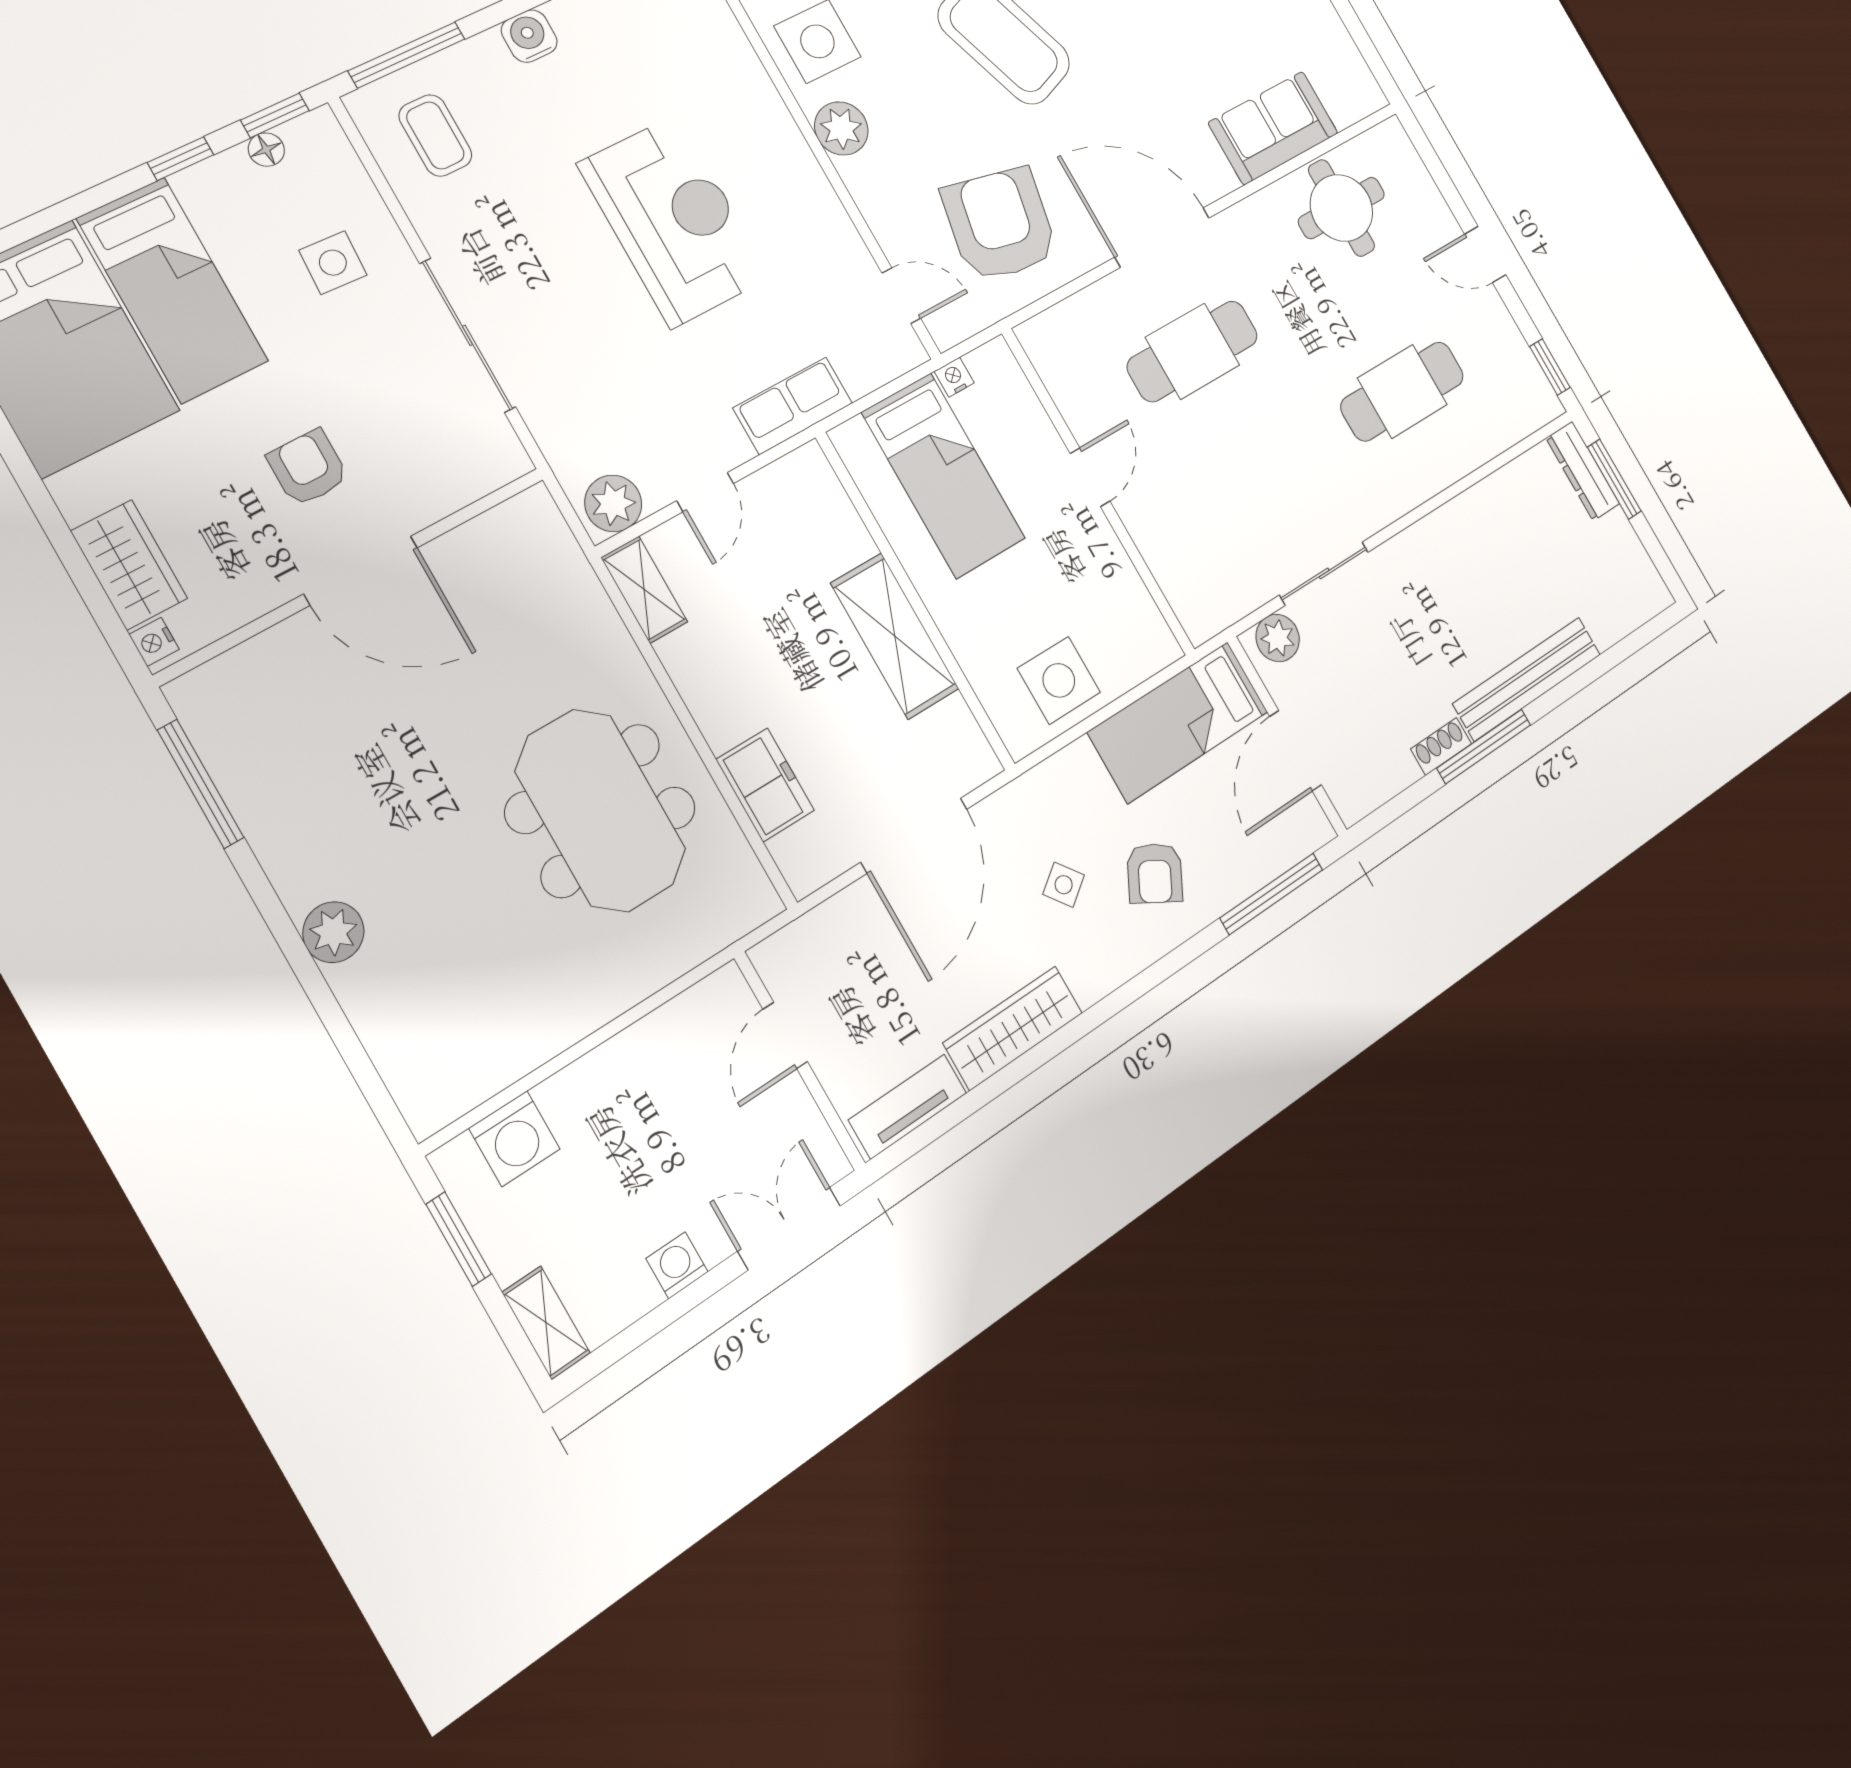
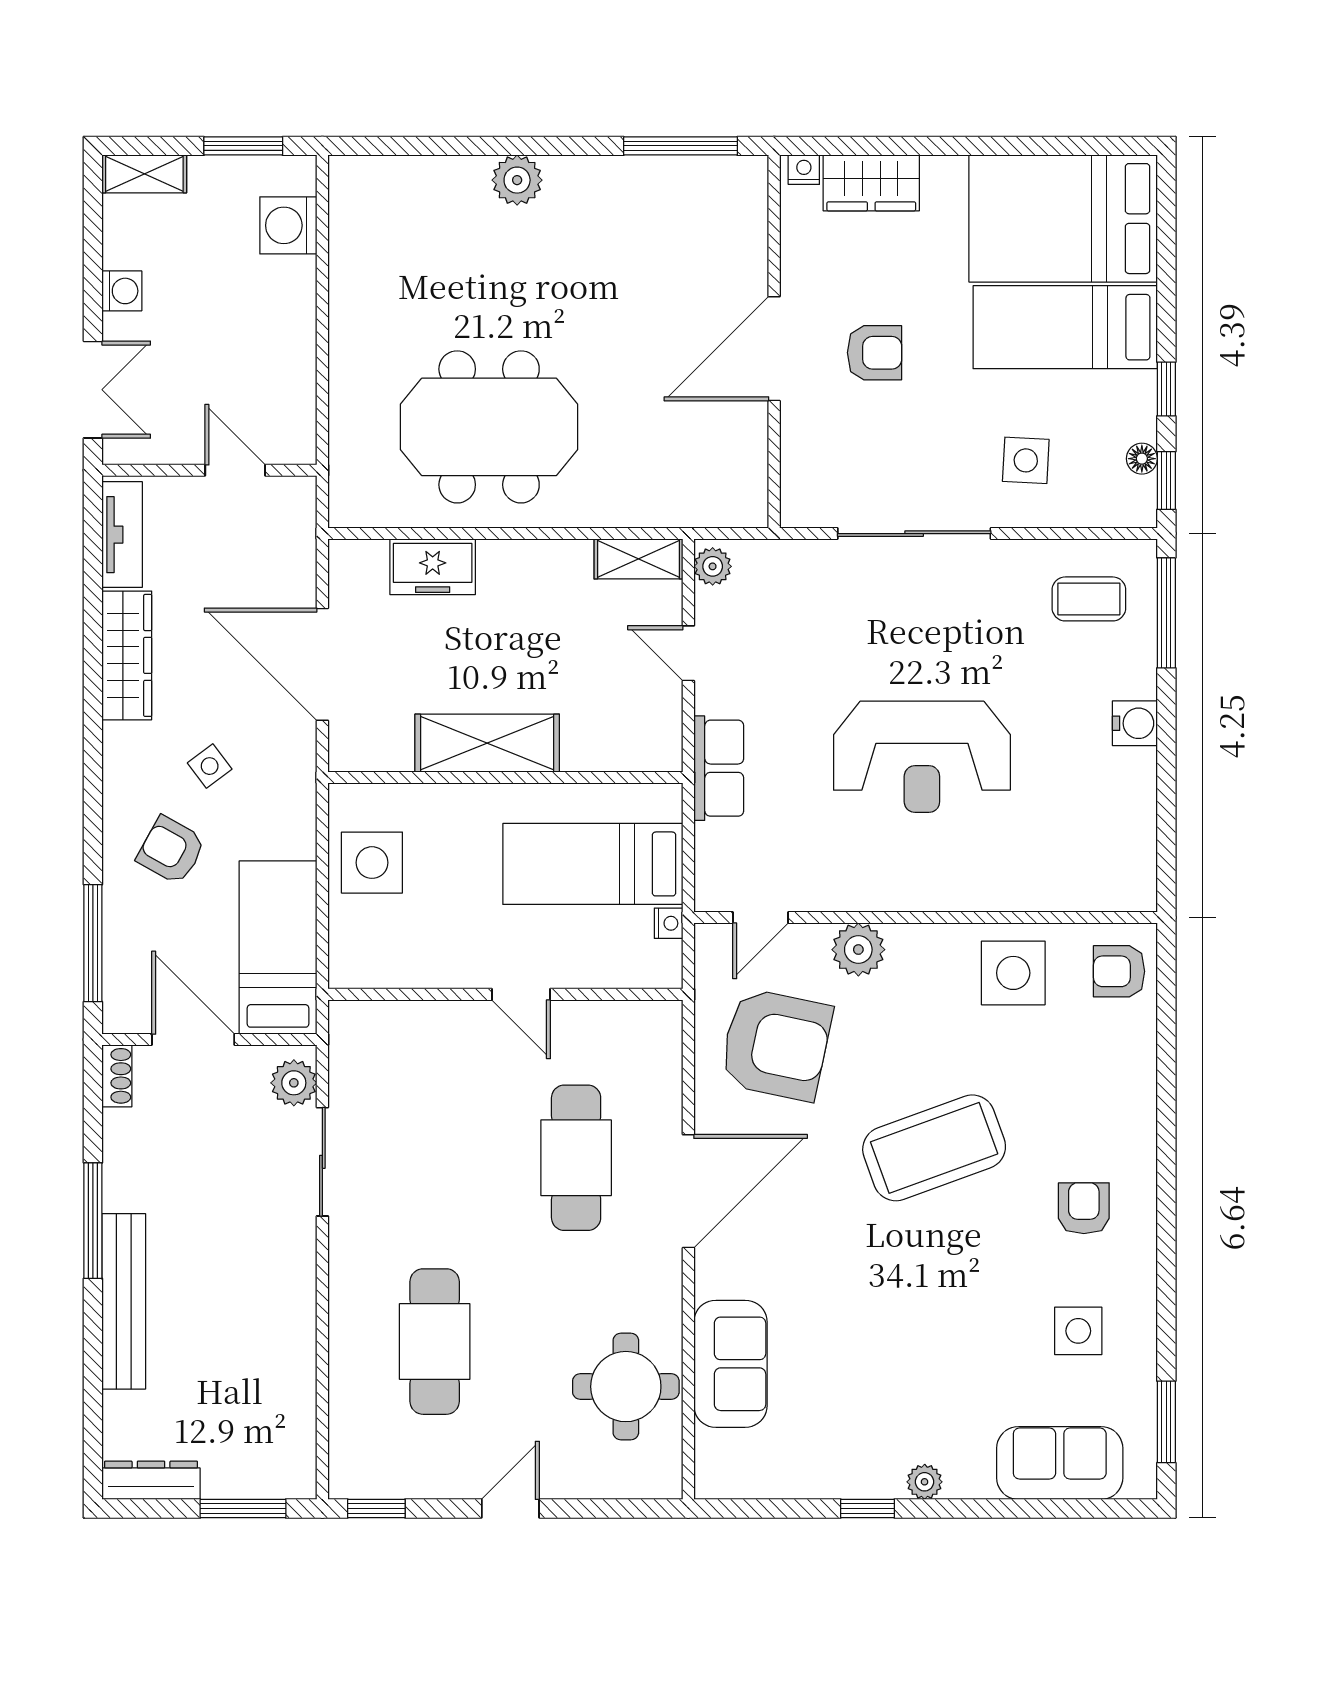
plant: (841, 128) -> (858, 950), moved
dresser: (1583, 471) -> (151, 1480), moved
plant: (613, 503) -> (713, 566), width x0.73, depth x0.73
shoe rack: (1441, 746) -> (117, 1076), moved

